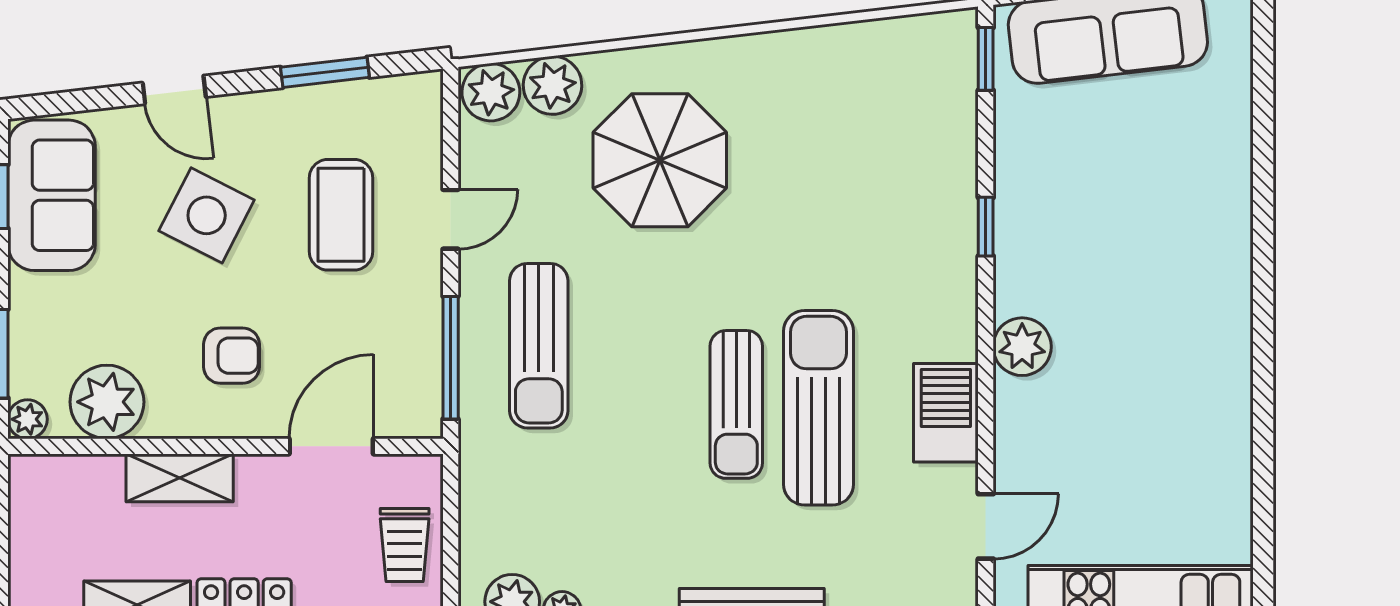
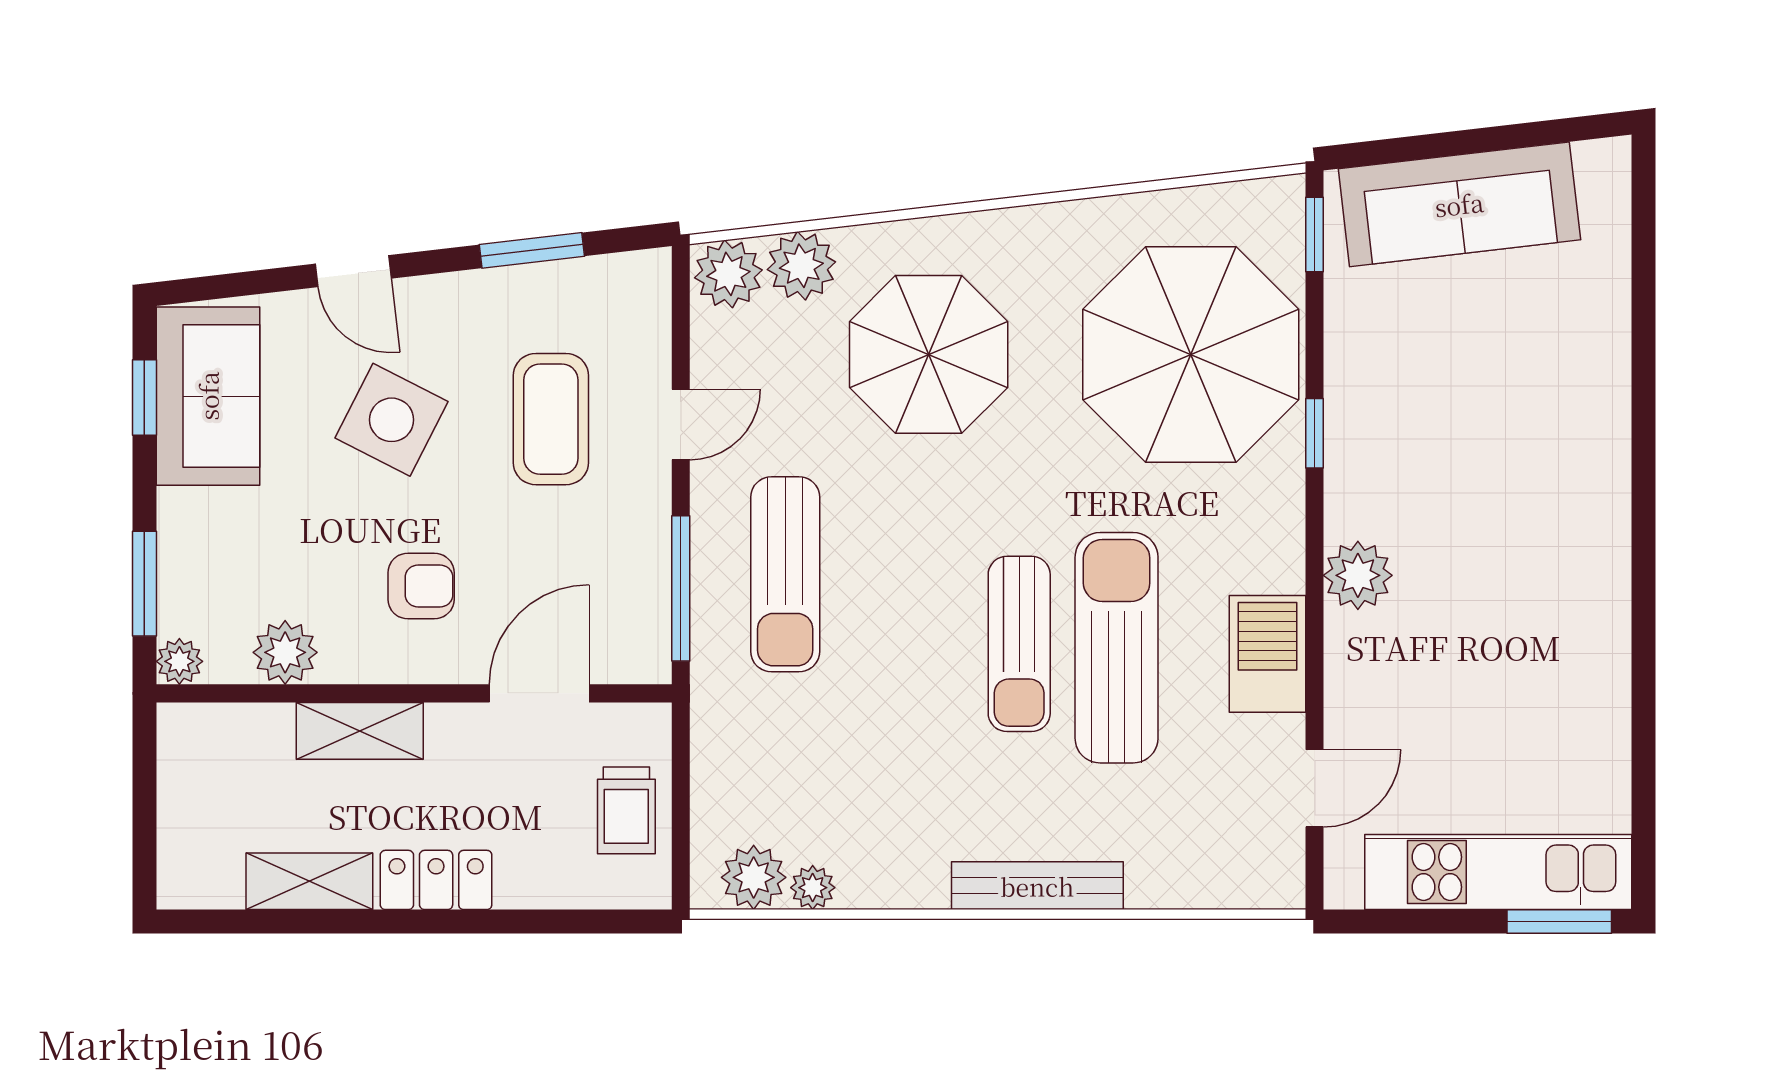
parasol: (881, 160) -> (1191, 354), added
plant: (107, 402) -> (285, 652), width x0.73, depth x0.73

